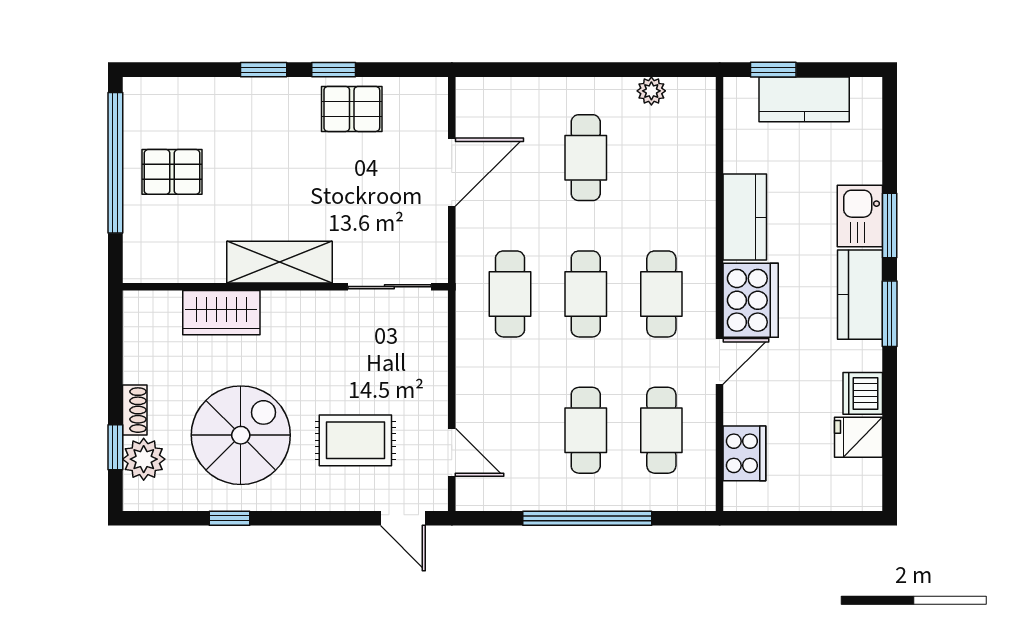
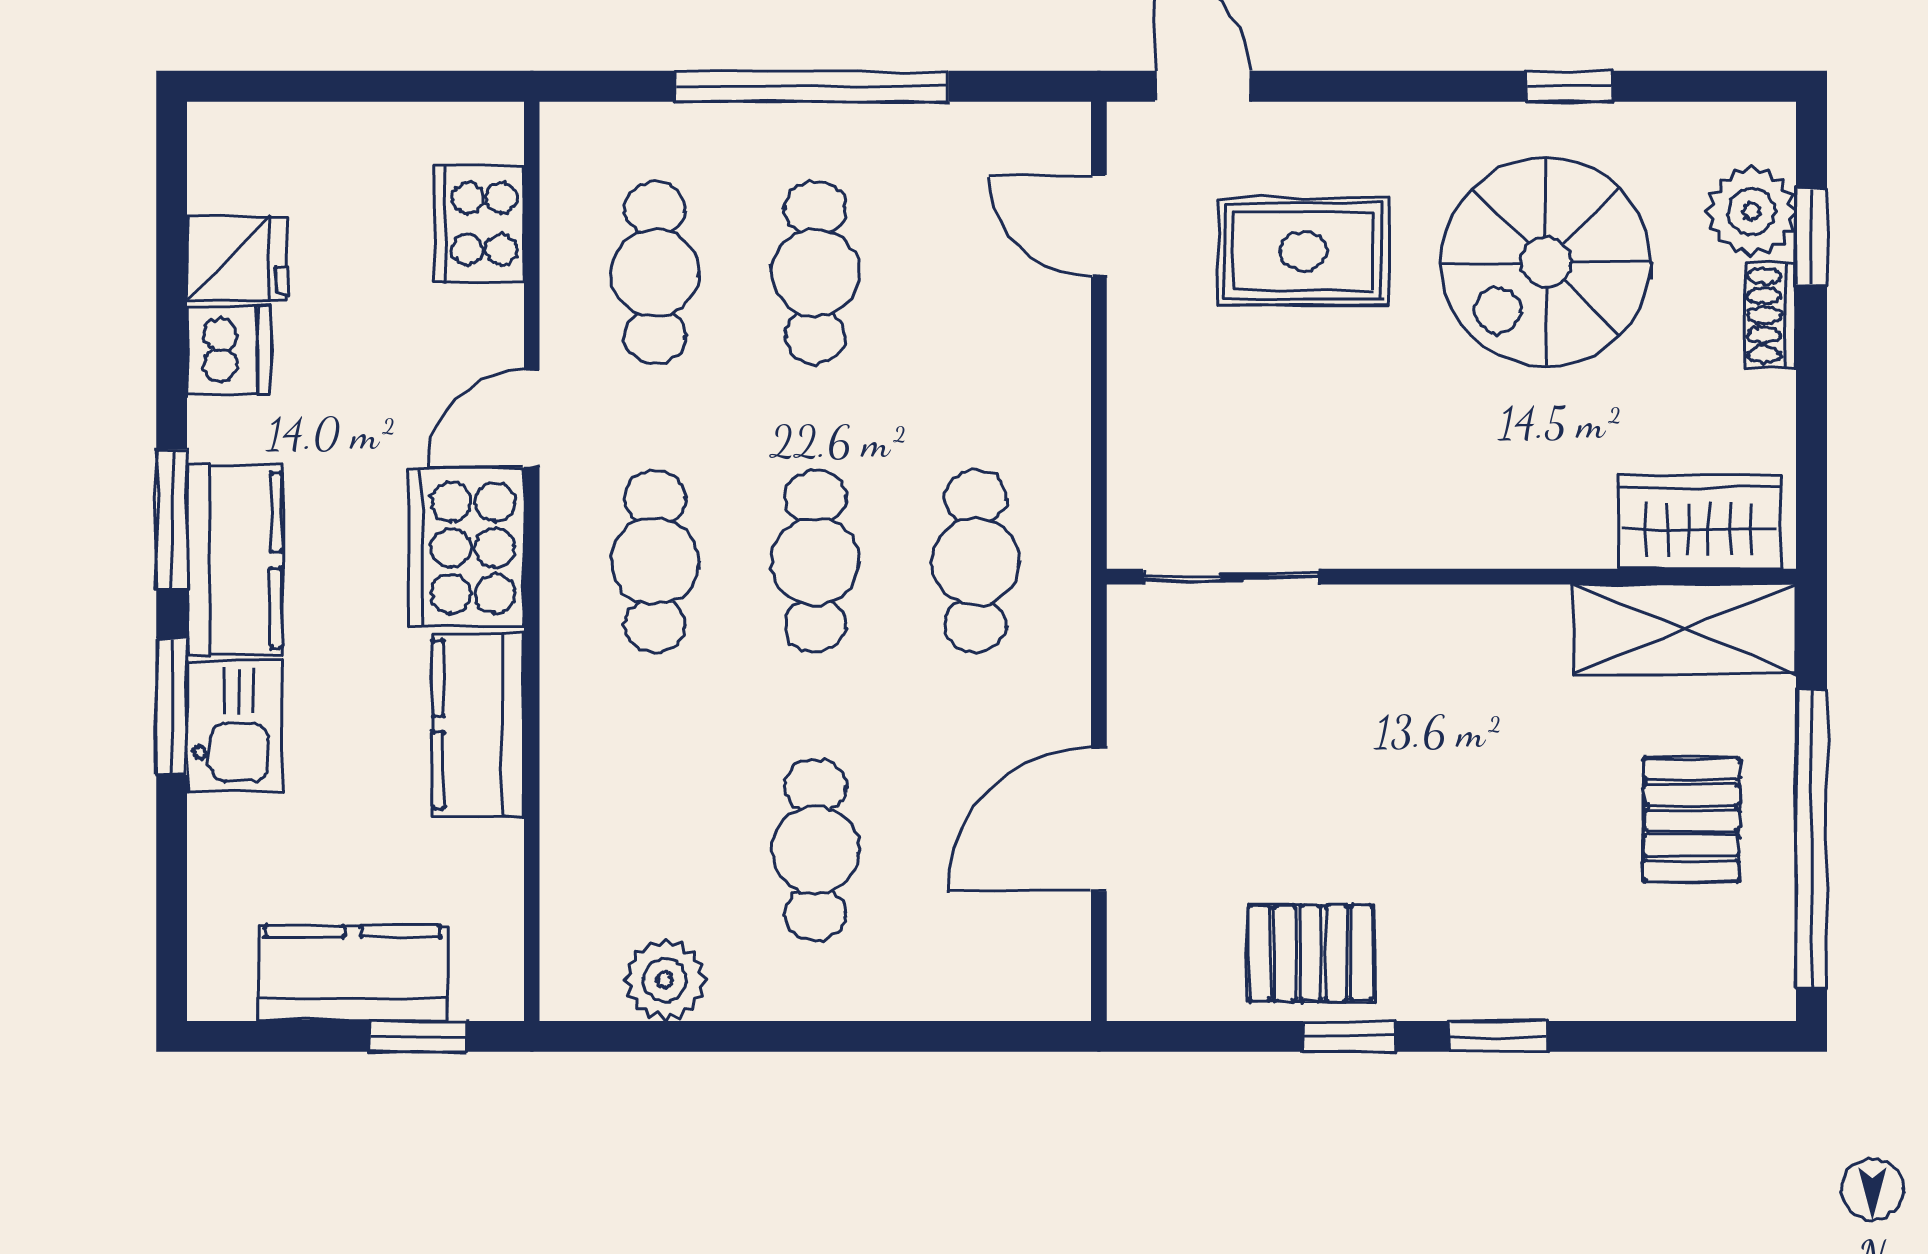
plant: (651, 91) -> (665, 980), width x1.38, depth x1.38
pallet: (172, 172) -> (1692, 820), turned 90
shelving: (279, 262) -> (1685, 629), moved
wardrobe: (221, 313) -> (1699, 522), moved

